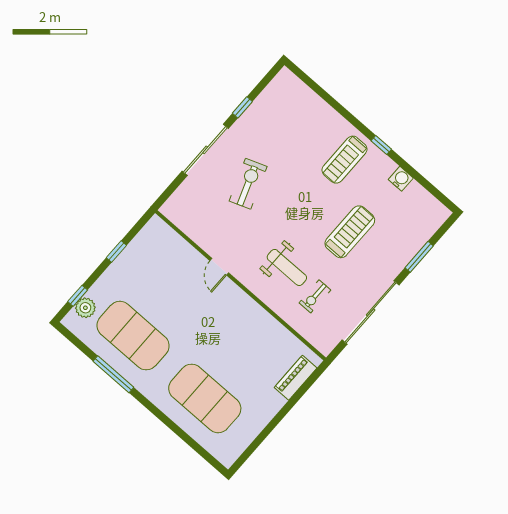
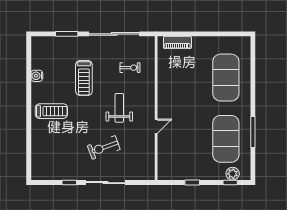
window: (381, 145) -> (29, 100), removed
treadmill: (350, 232) -> (84, 78), turned -90
weight bench: (287, 267) -> (119, 108), moved

